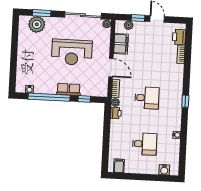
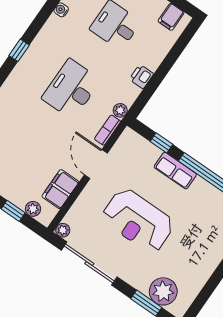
reception desk: (72, 52) -> (138, 221), turned 180
desk: (147, 98) -> (71, 89), width x1.37
printer: (116, 113) -> (141, 77), moved

